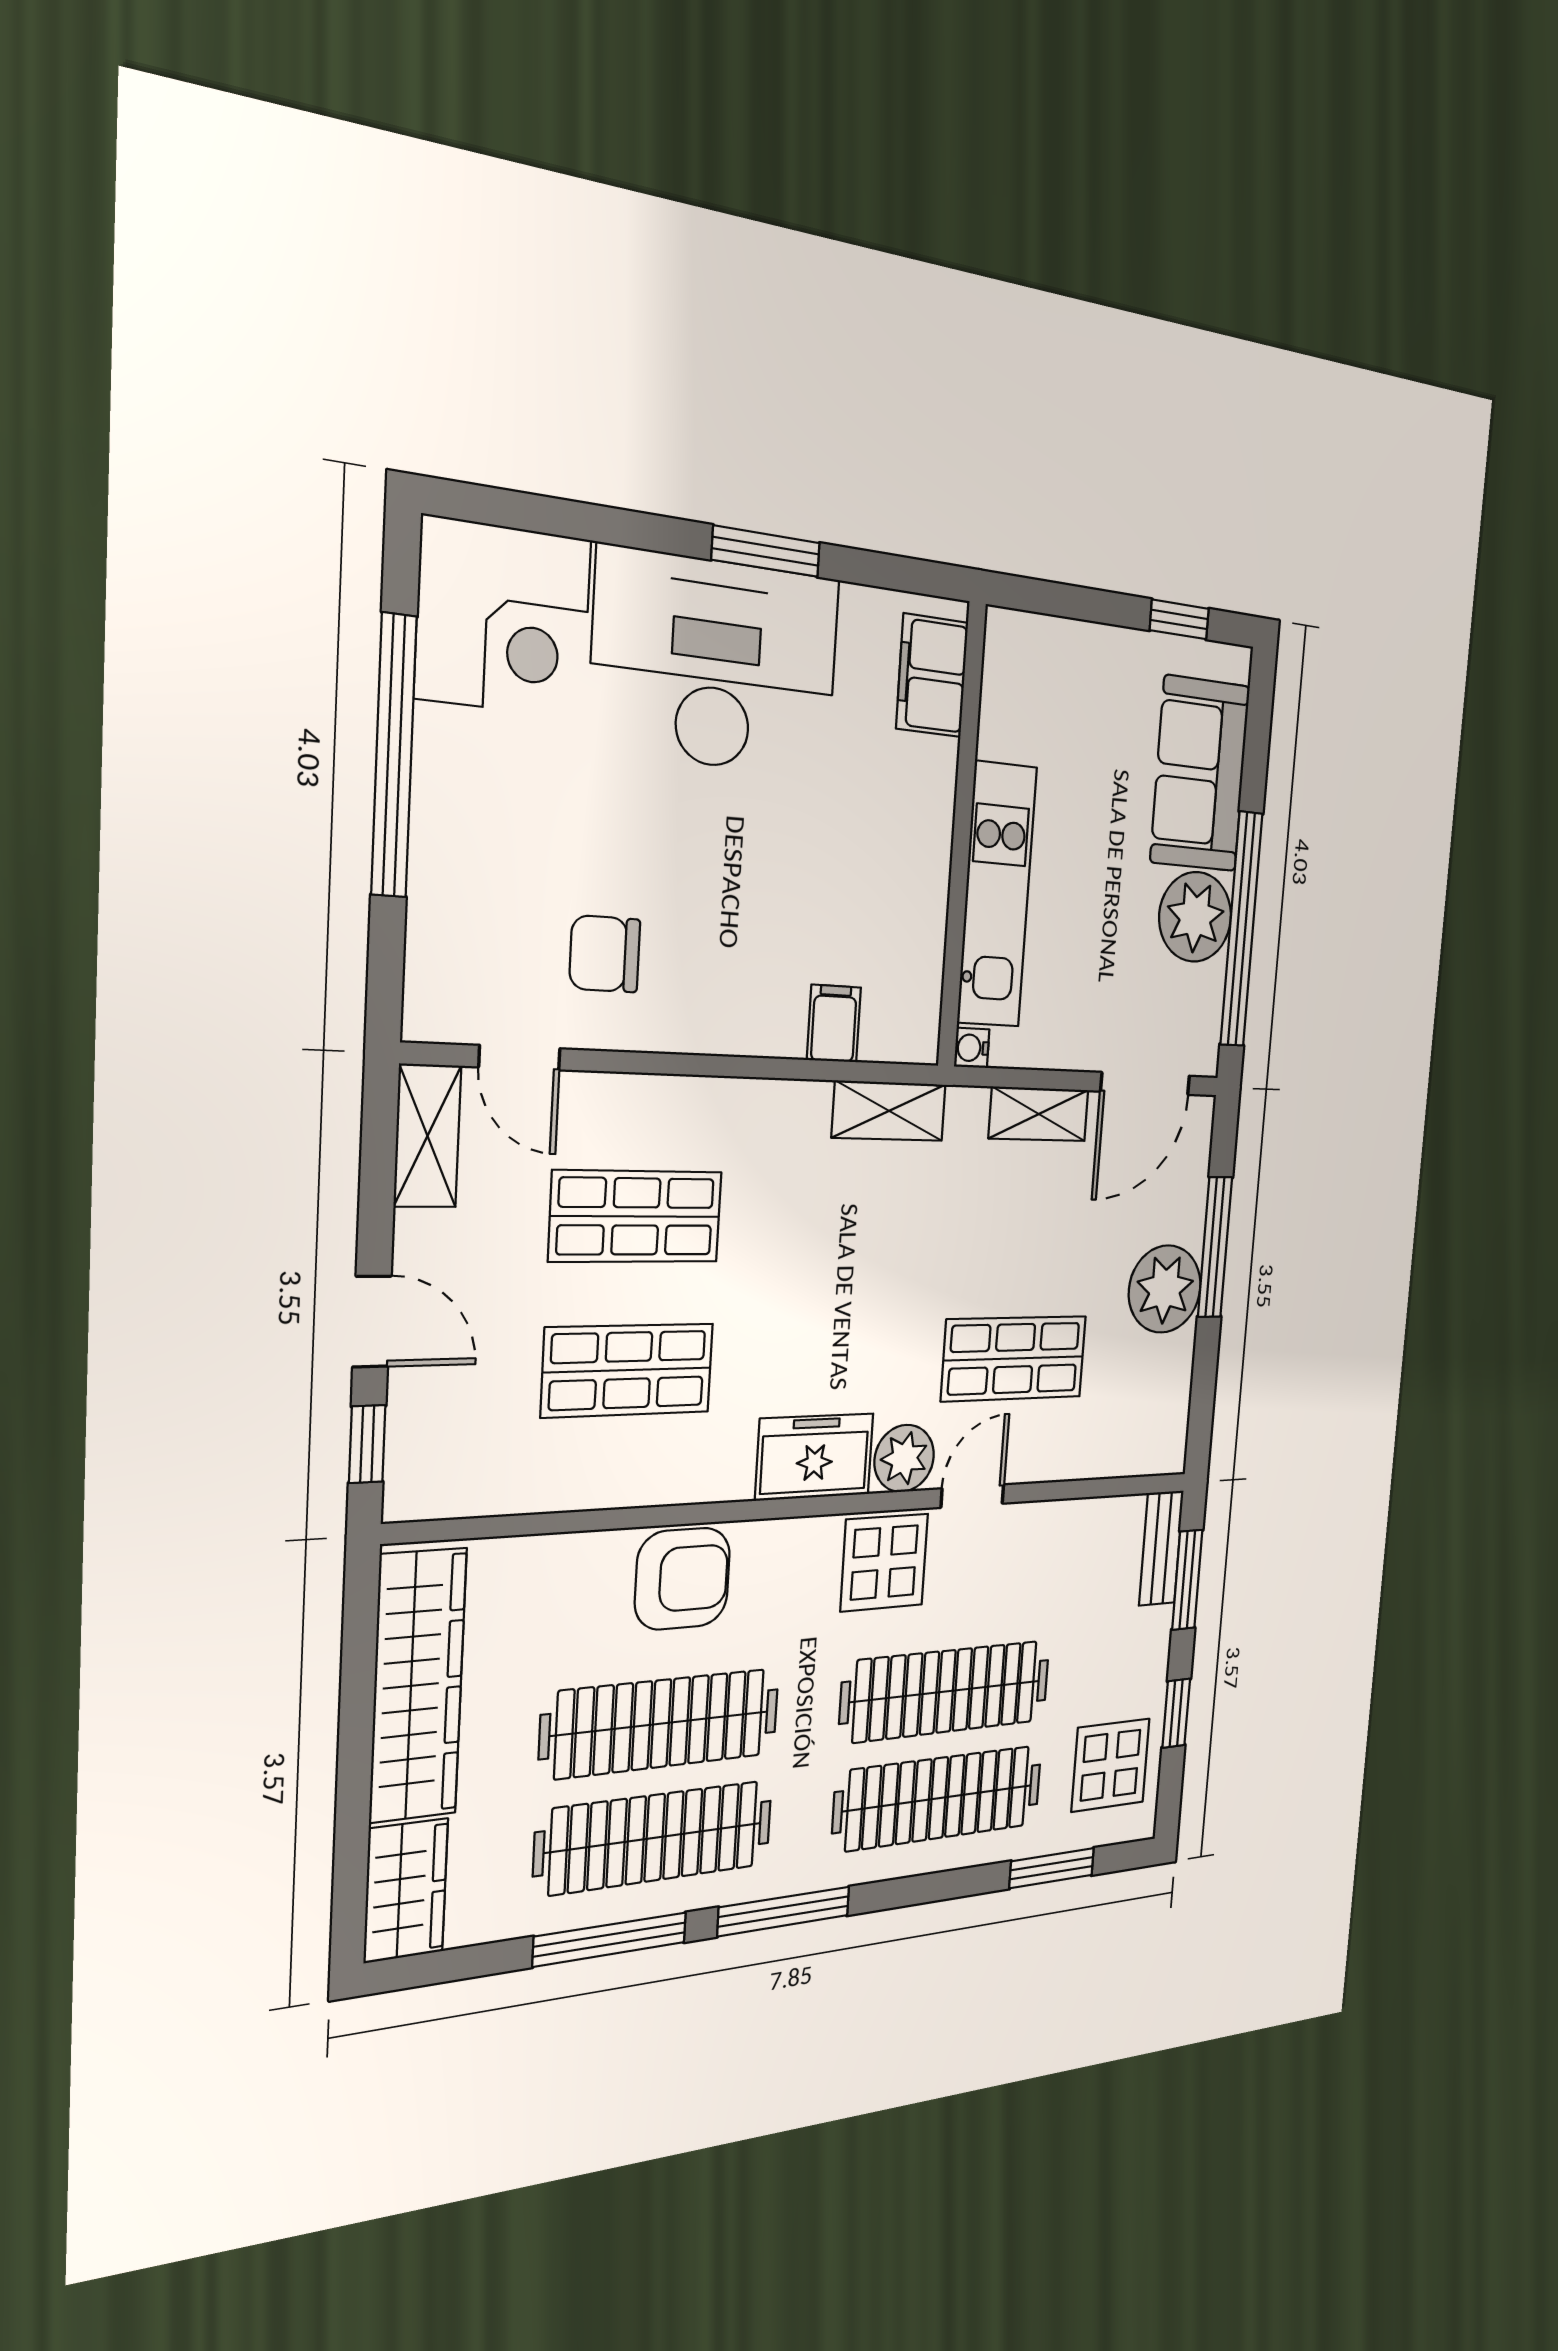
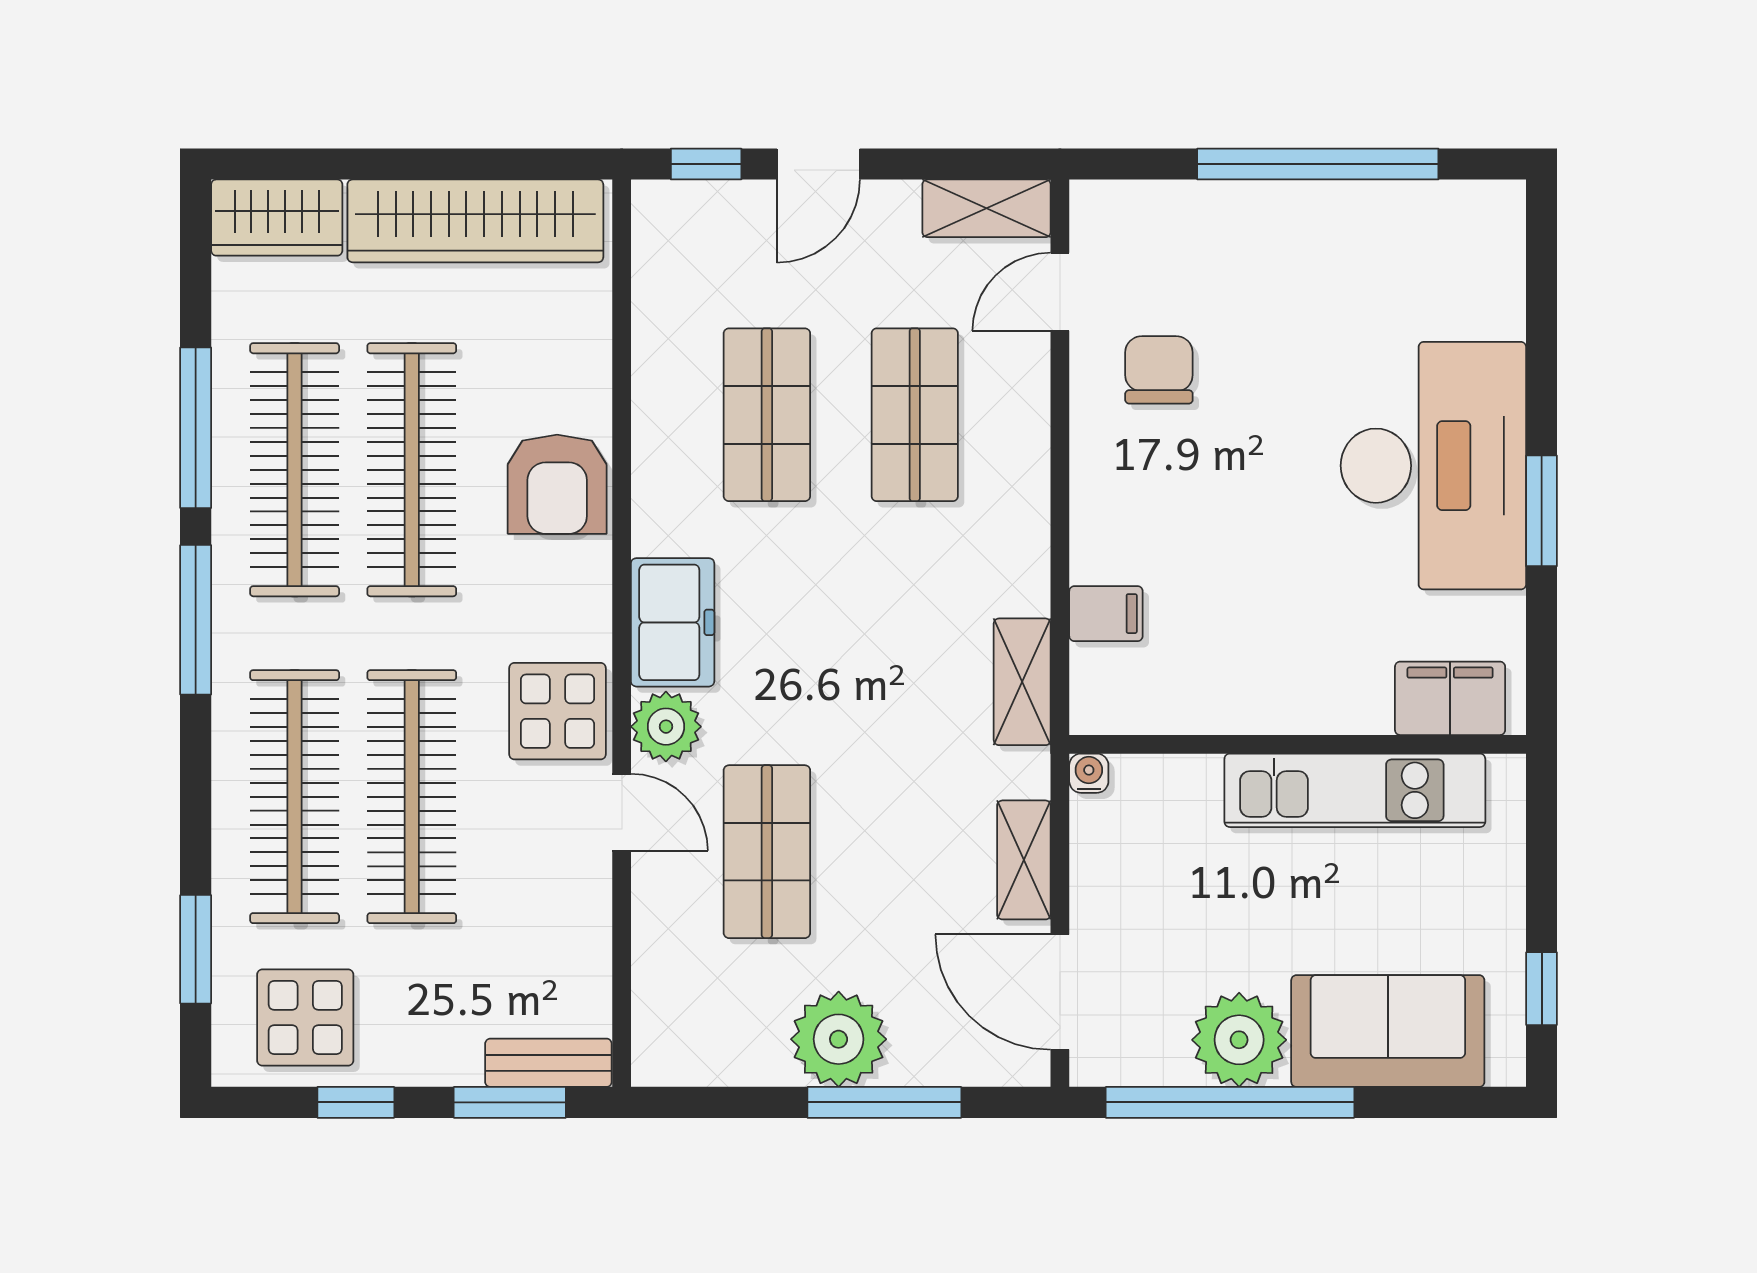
corner desk: (504, 618) -> (1447, 258), removed
kitchen unit: (997, 895) -> (1355, 790), moved

